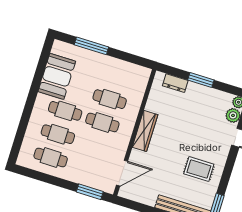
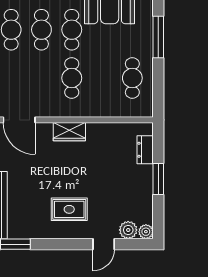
cafe table: (110, 99) -> (132, 78), moved
wardrobe: (145, 131) -> (69, 132), width x0.67
rug: (199, 169) -> (69, 209), moved, turned 90

